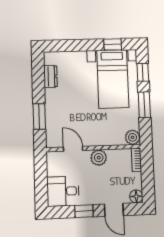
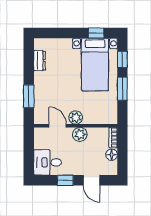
plant: (133, 137) -> (76, 118), moved
floor lamp: (136, 196) -> (112, 155), moved

